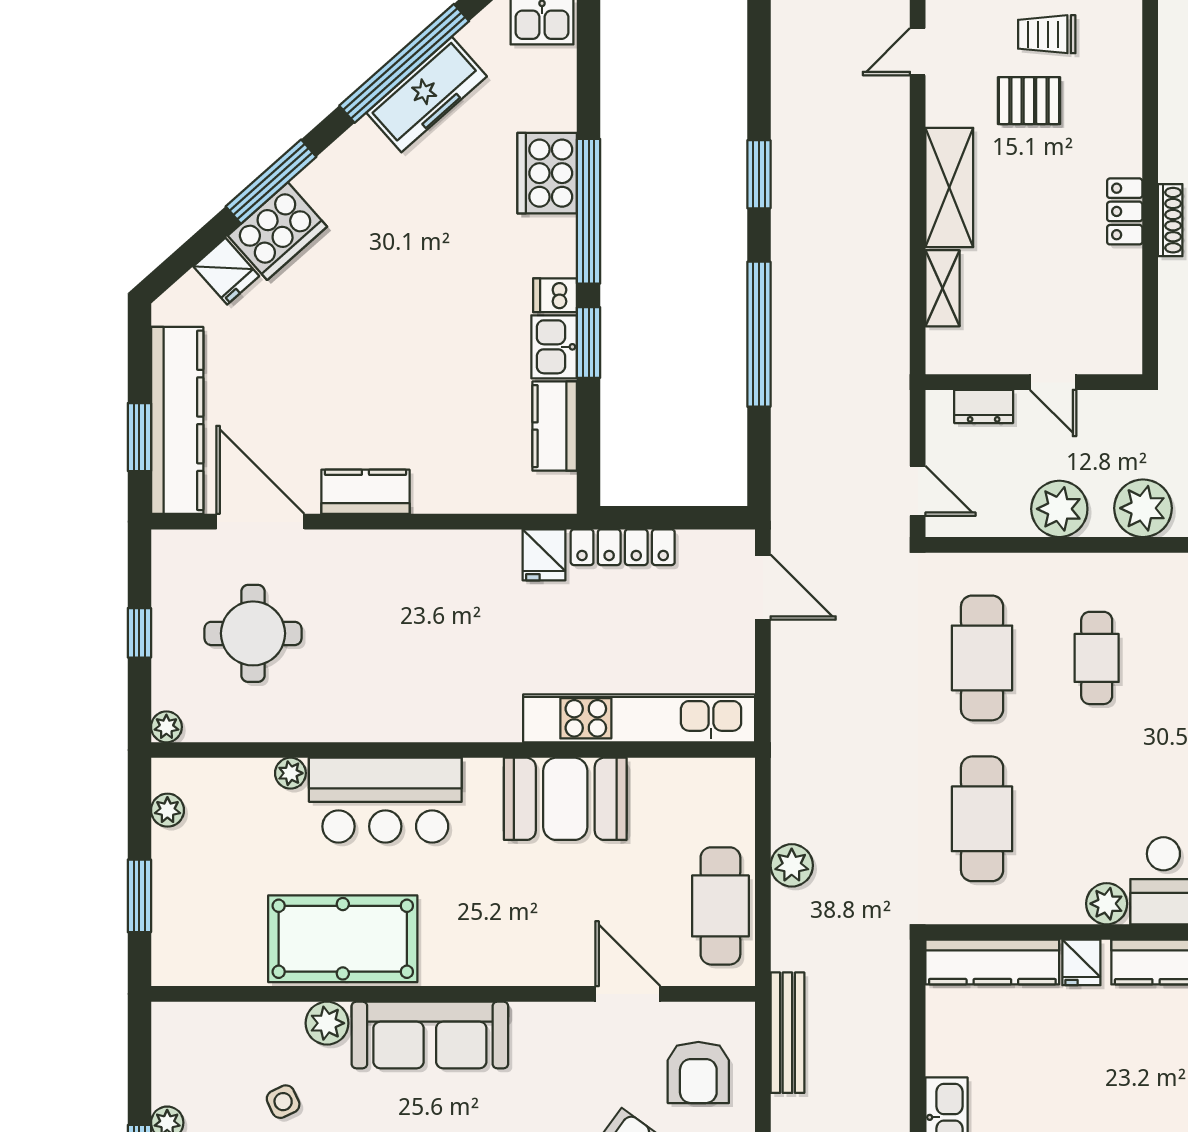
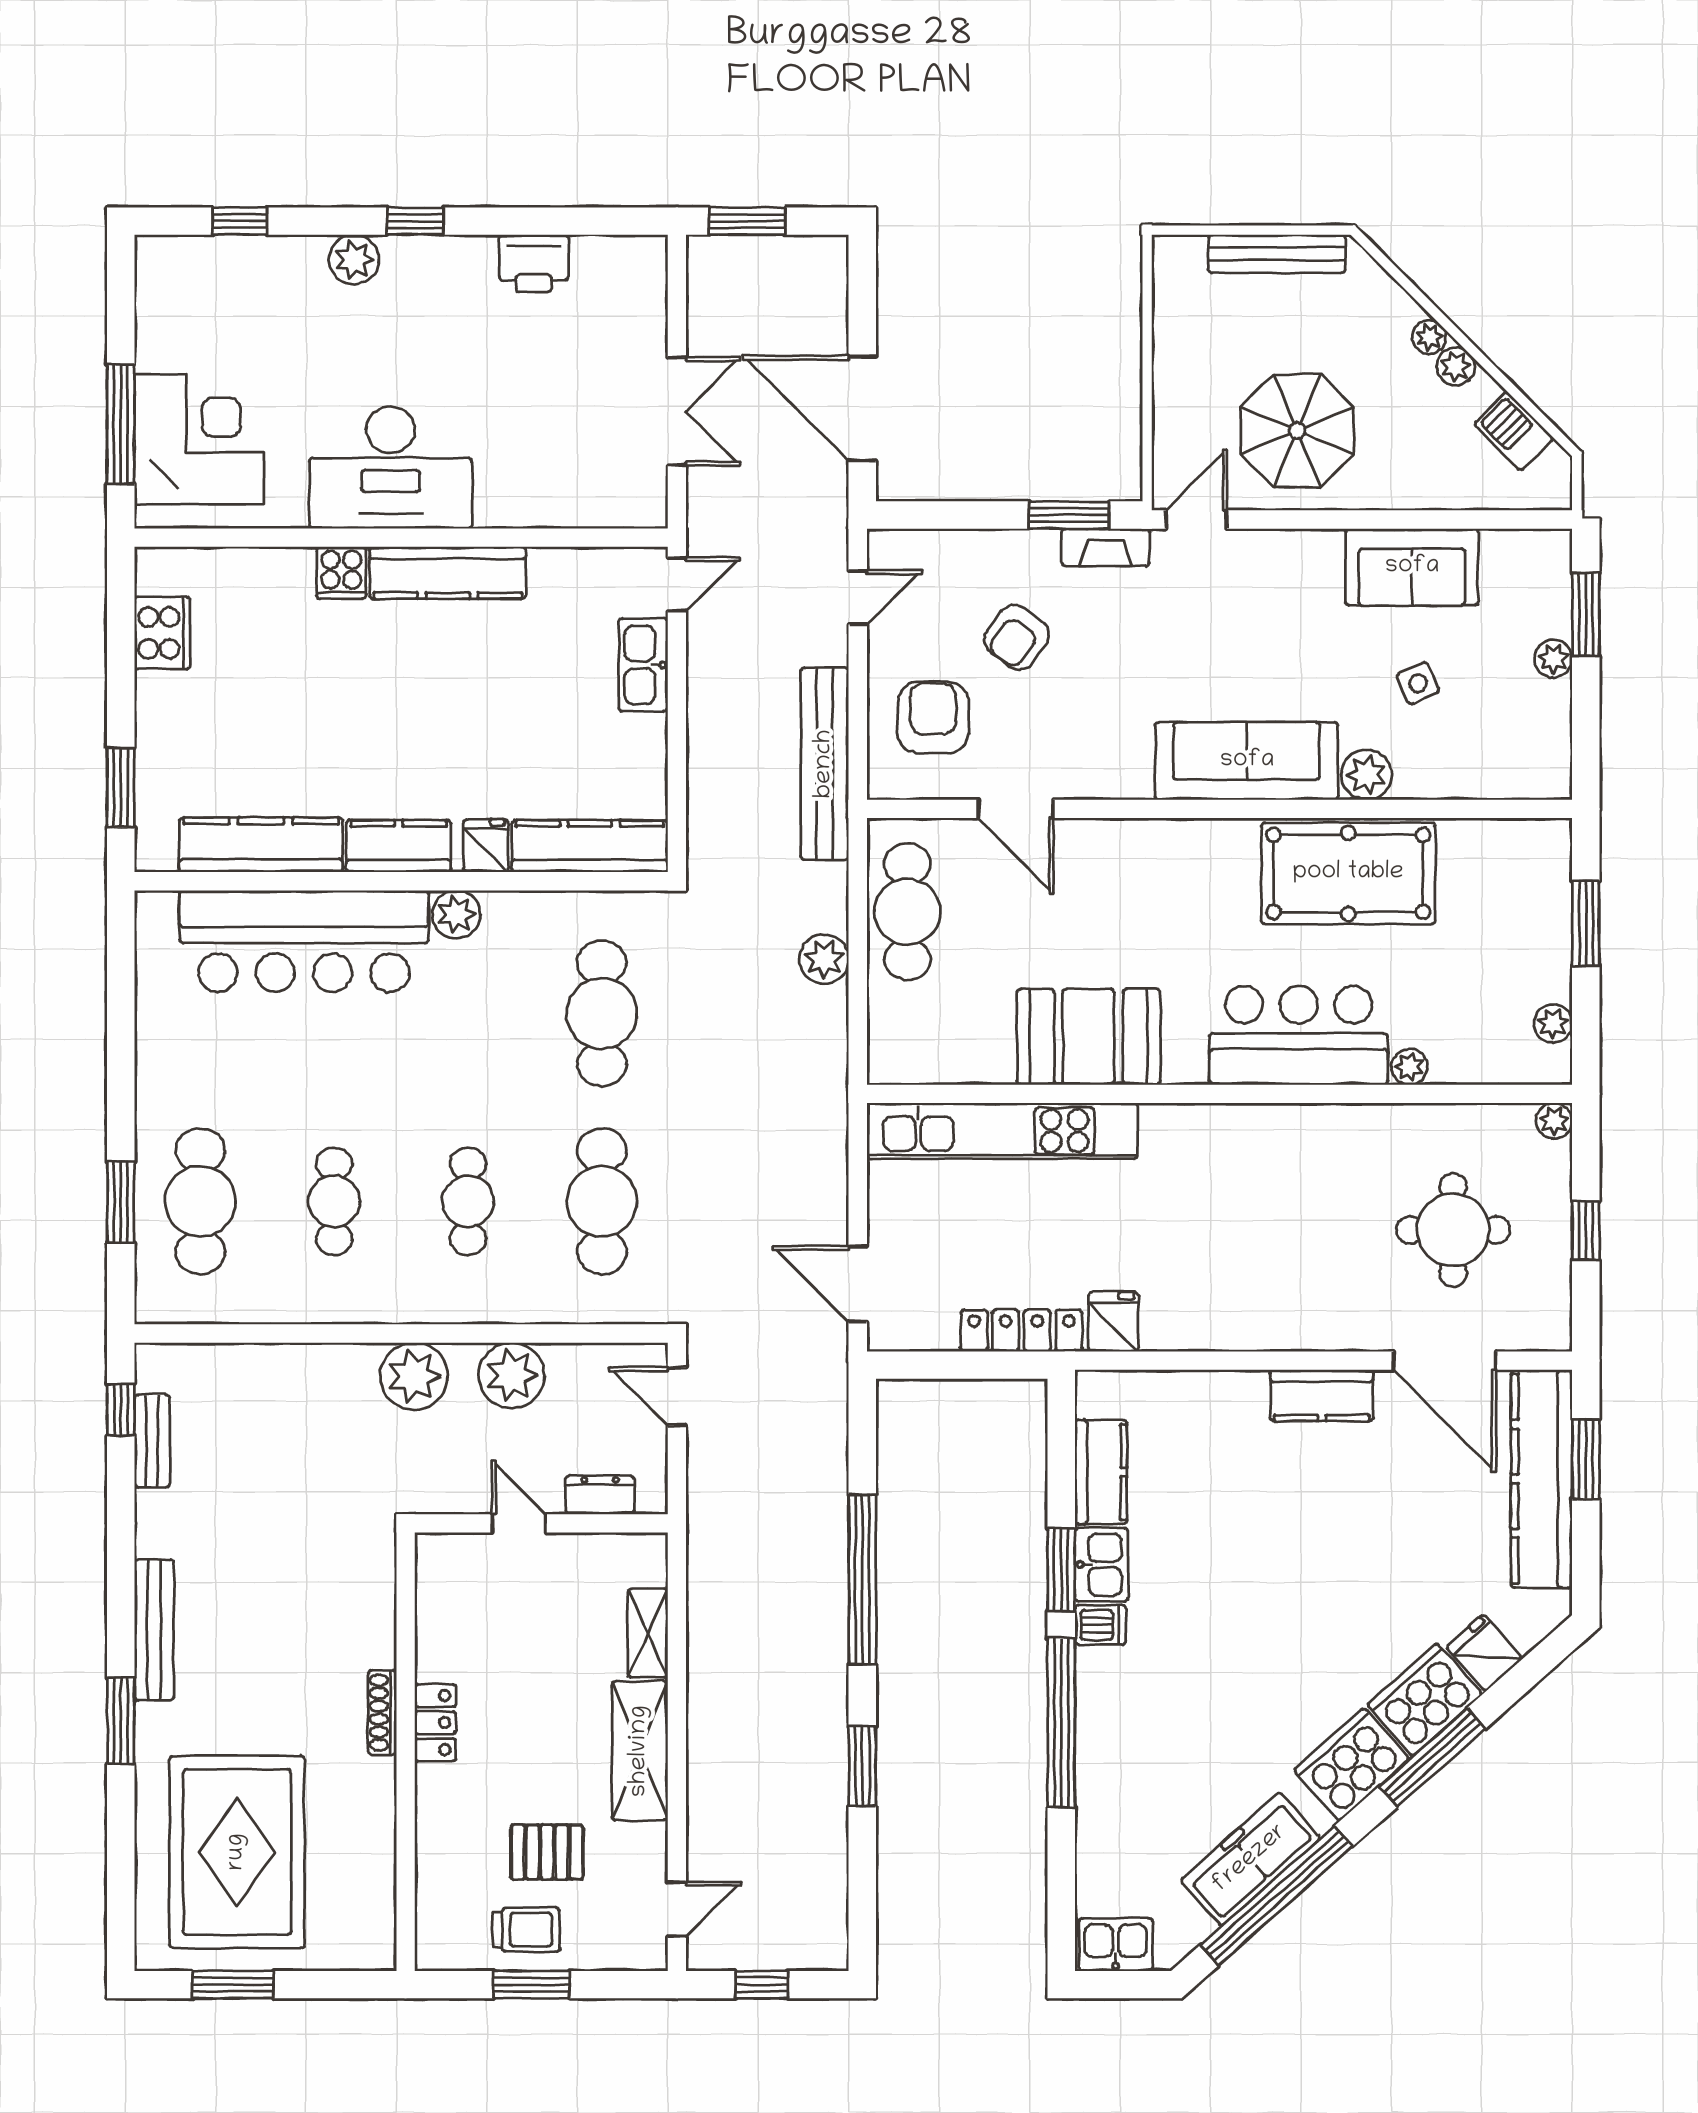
cooker: (547, 173) -> (1352, 1764), moved, turned -132
bench: (787, 1033) -> (825, 764), width x1.37, depth x1.21

